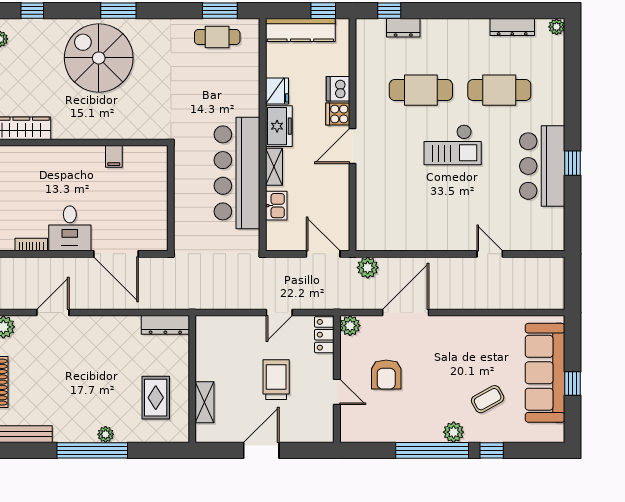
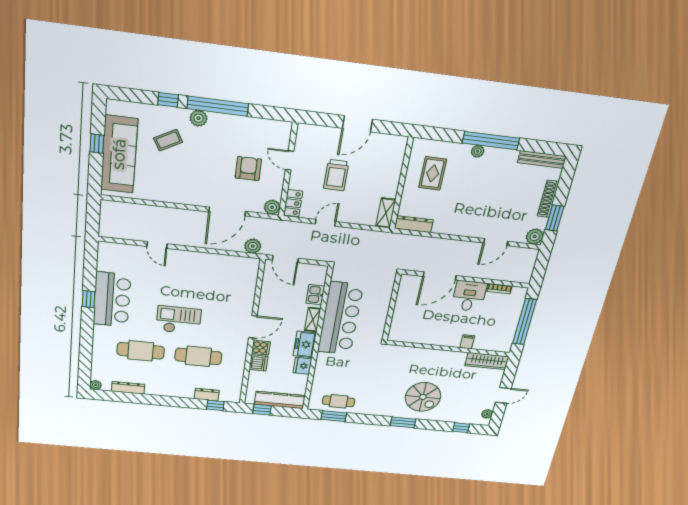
spiral stairs: (99, 58) -> (423, 397), width x0.73, depth x0.73
filing cabinet: (114, 156) -> (467, 342), moved
door: (116, 254) -> (440, 276), swing flipped
shelving: (205, 402) -> (386, 213), moved

